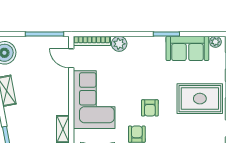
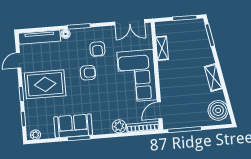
sofa: (187, 48) -> (73, 126), moved
door: (71, 58) -> (160, 110), swing flipped
armchair: (150, 108) -> (88, 73), turned 90

